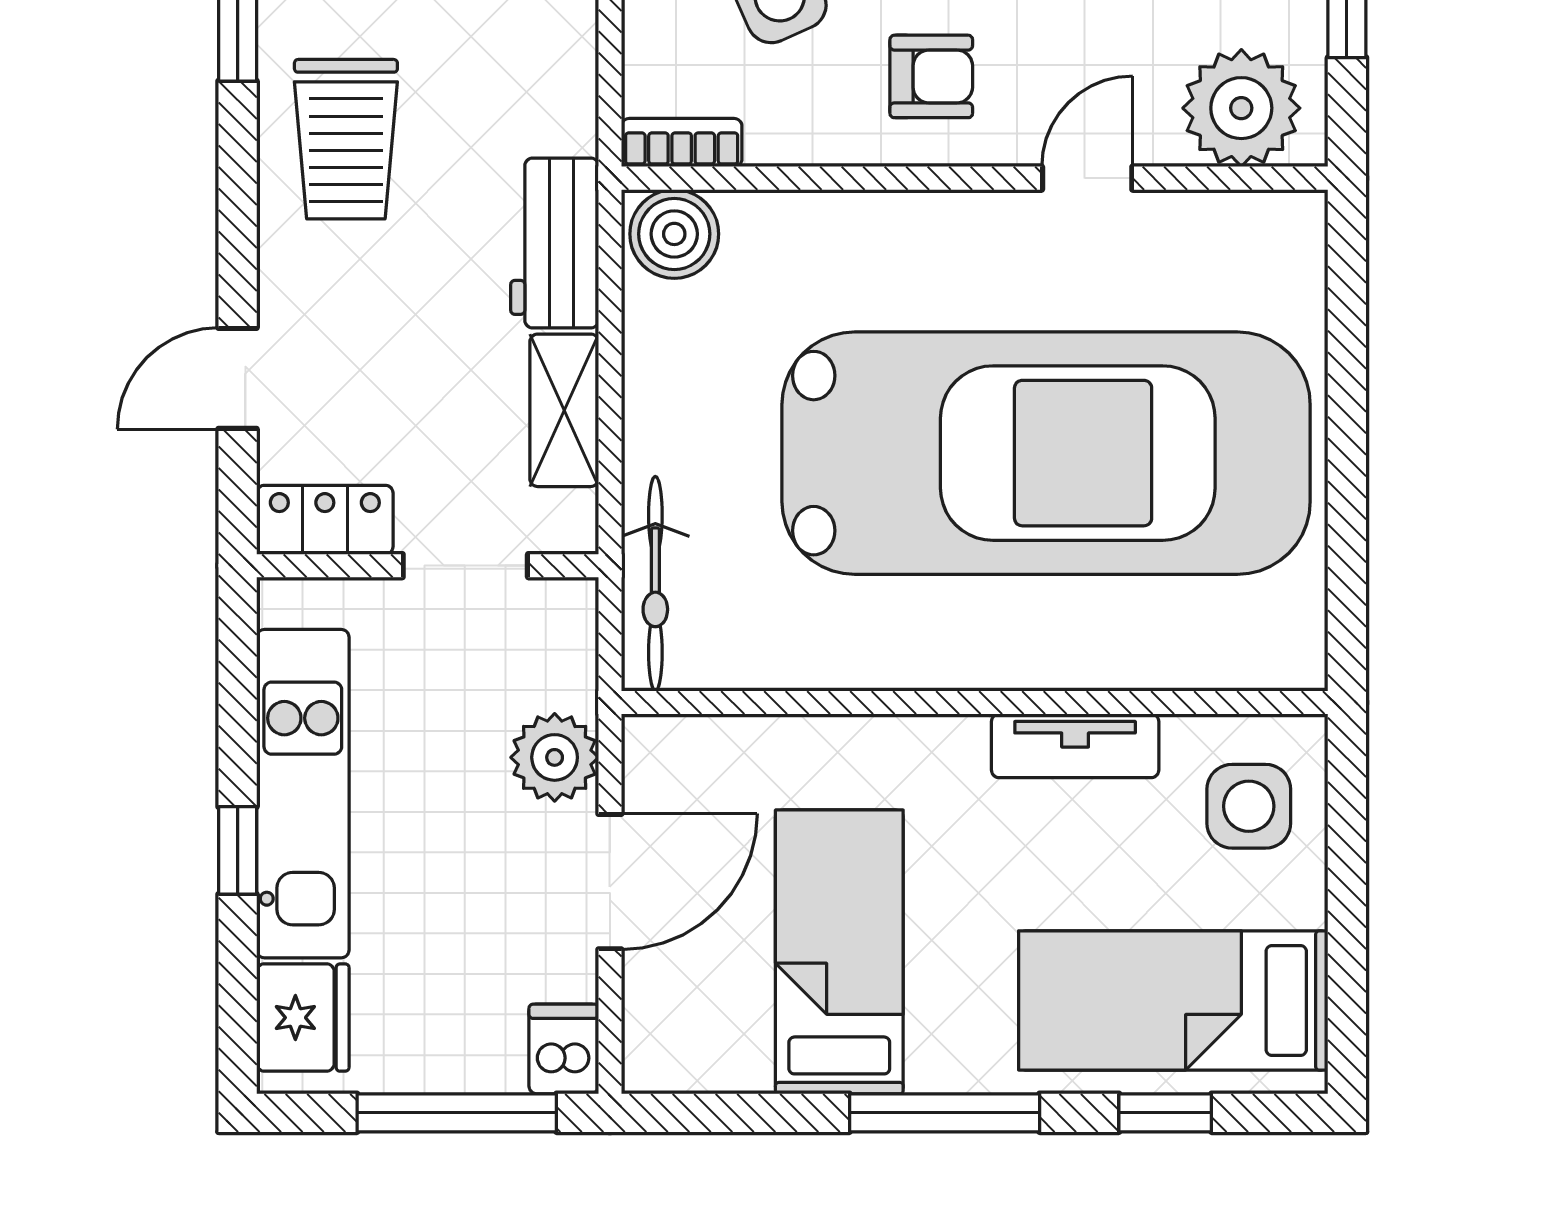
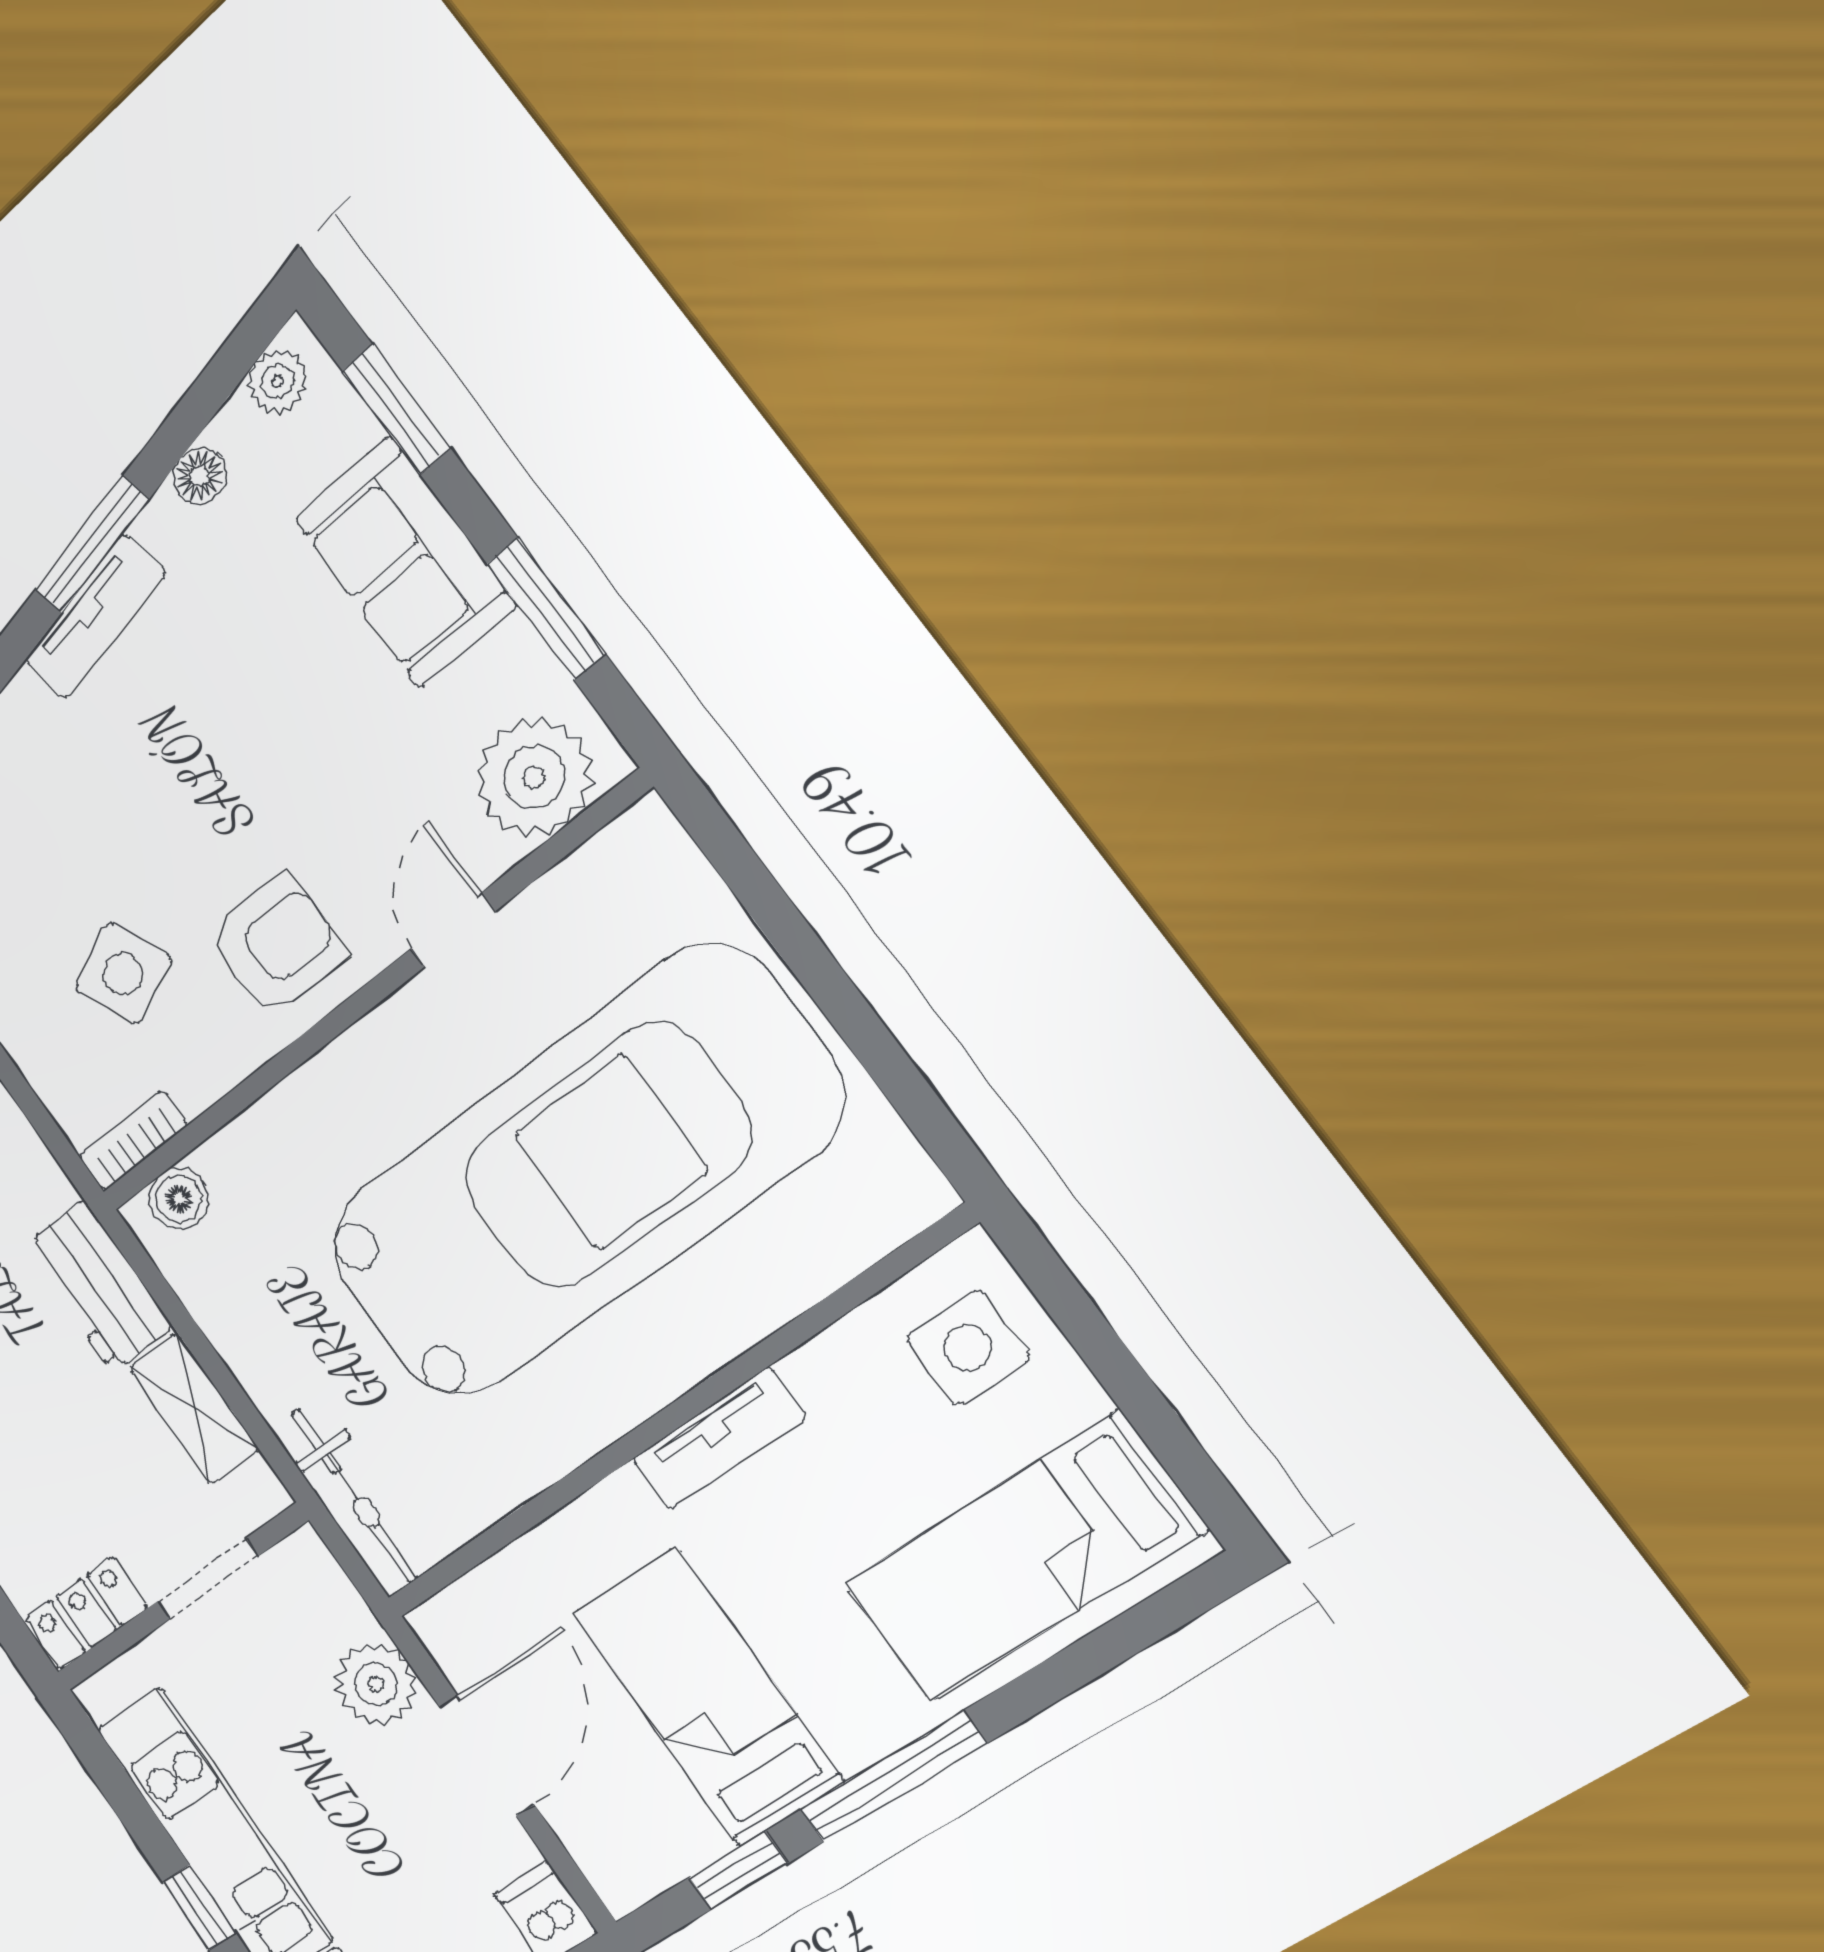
armchair: (931, 76) -> (277, 945), width x1.38, depth x1.38
boiler: (674, 234) -> (179, 1199), width x0.73, depth x0.73
tv unit: (1075, 746) -> (719, 1439), moved
window: (1165, 1113) -> (738, 1870), moved

